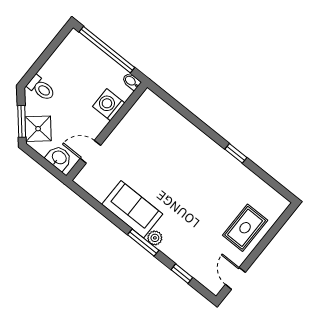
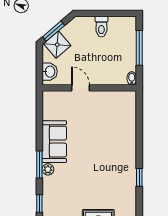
window: (107, 50) -> (139, 48), width x0.68
toilet: (41, 88) -> (101, 27), moved
washing machine: (109, 105) -> (106, 76), removed
door: (90, 152) -> (80, 88), moved

